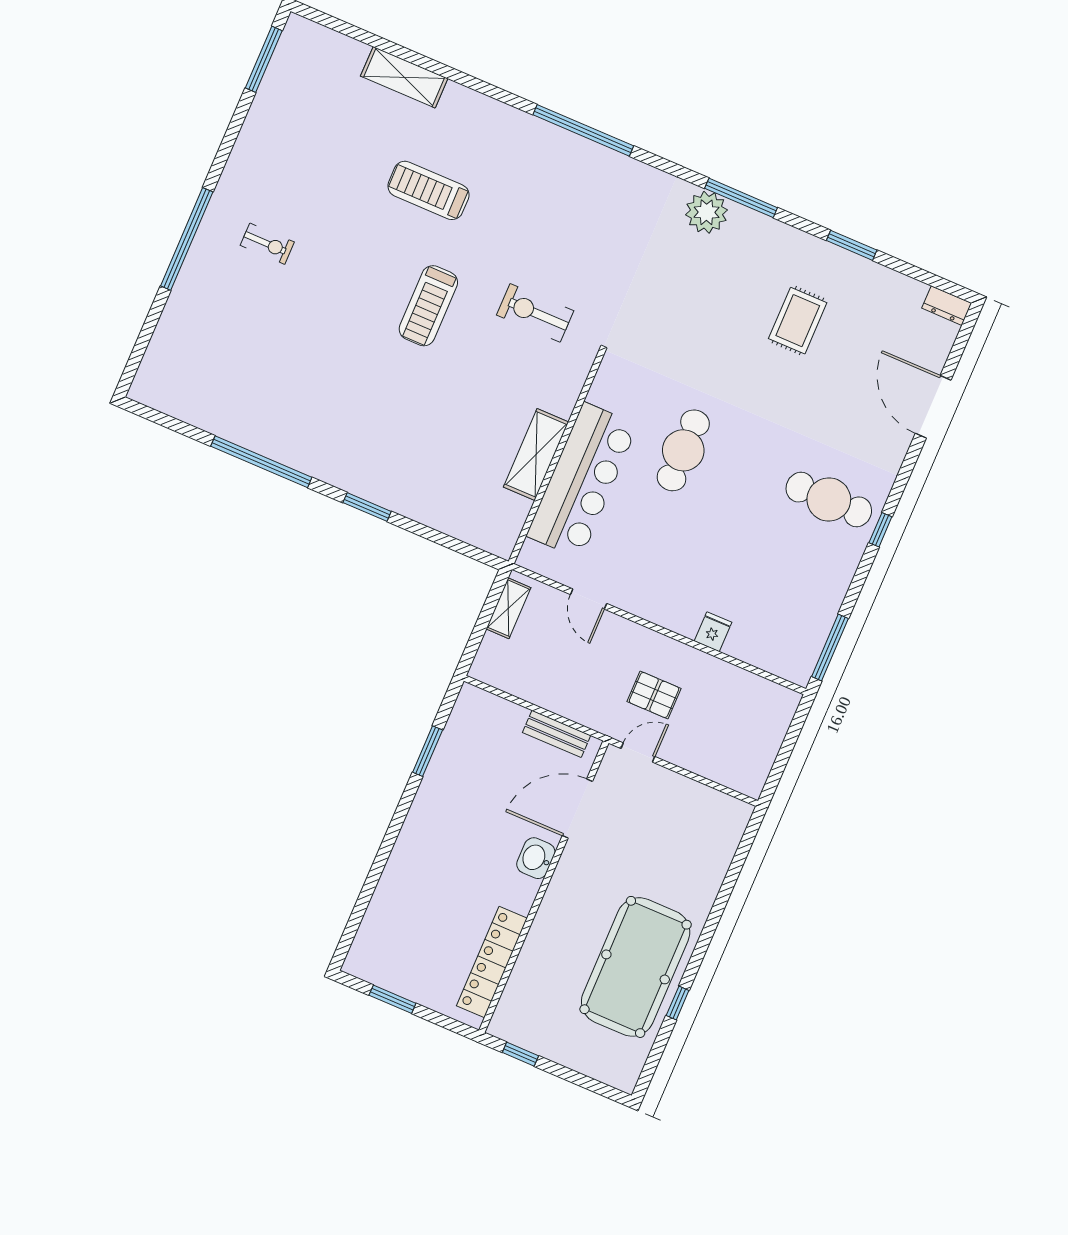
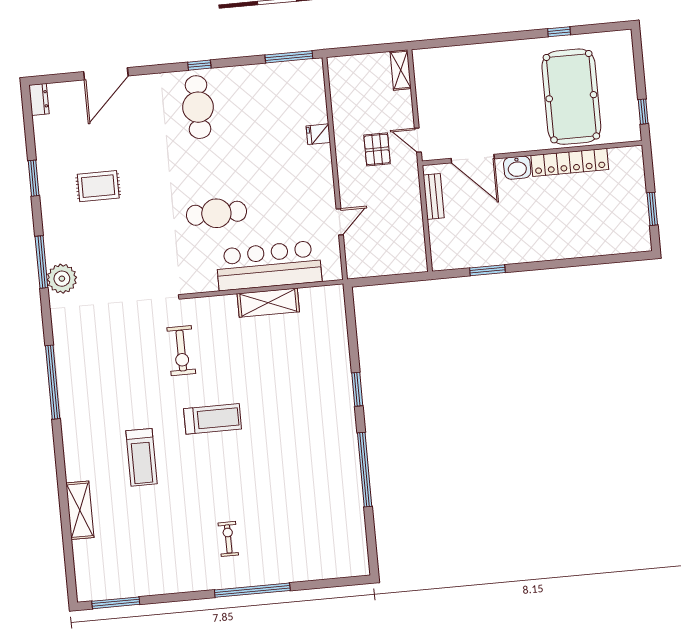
shelving: (508, 608) -> (401, 70), moved, turned 90
locker: (492, 962) -> (570, 162), moved
pool table: (636, 967) -> (571, 97), moved, turned 90

